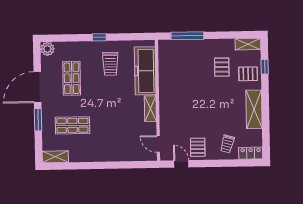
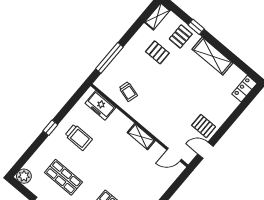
window: (265, 67) -> (196, 27), moved
freezer: (145, 71) -> (100, 105), width x0.52, depth x0.79
trolley: (227, 144) -> (128, 92), moved

